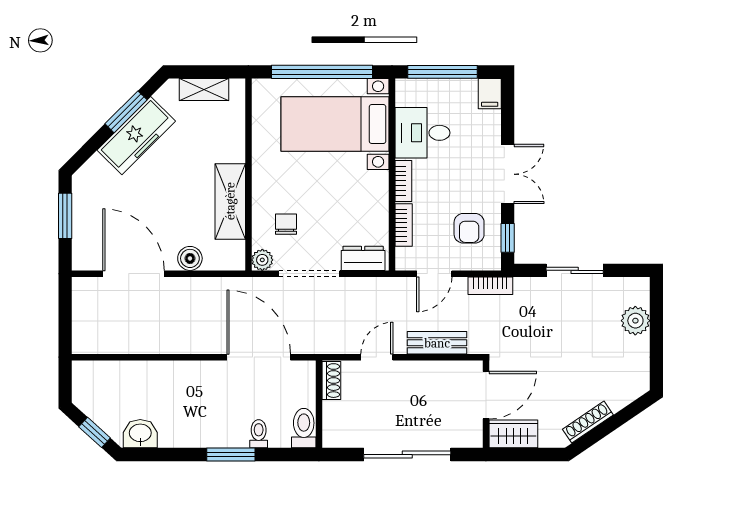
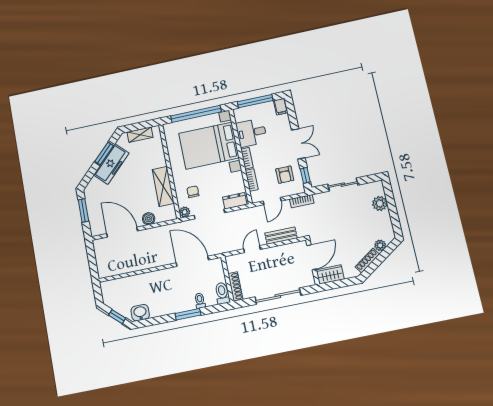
bed with nightstands: (335, 124) -> (209, 146), width x1.36
shoe rack: (331, 381) -> (235, 286), moved, width x1.43
plant: (618, 399) -> (380, 245), added

